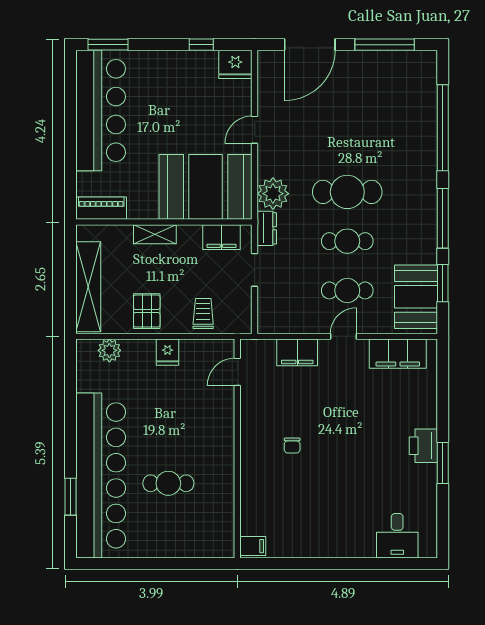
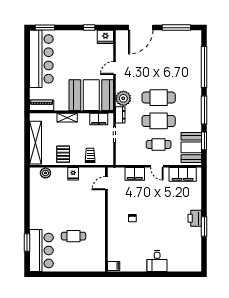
cafe table: (347, 241) -> (159, 121), width x1.37, depth x1.35
door: (344, 336) -> (157, 166), swing flipped
bar counter: (101, 475) -> (41, 250), width x0.54
desk: (397, 536) -> (157, 261), moved

